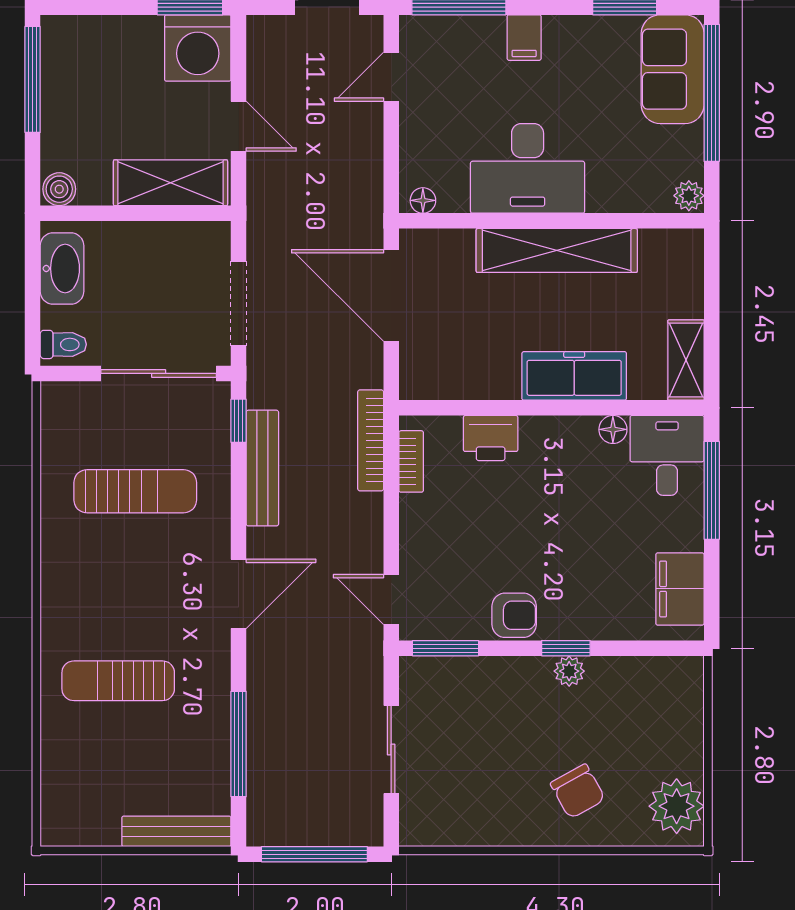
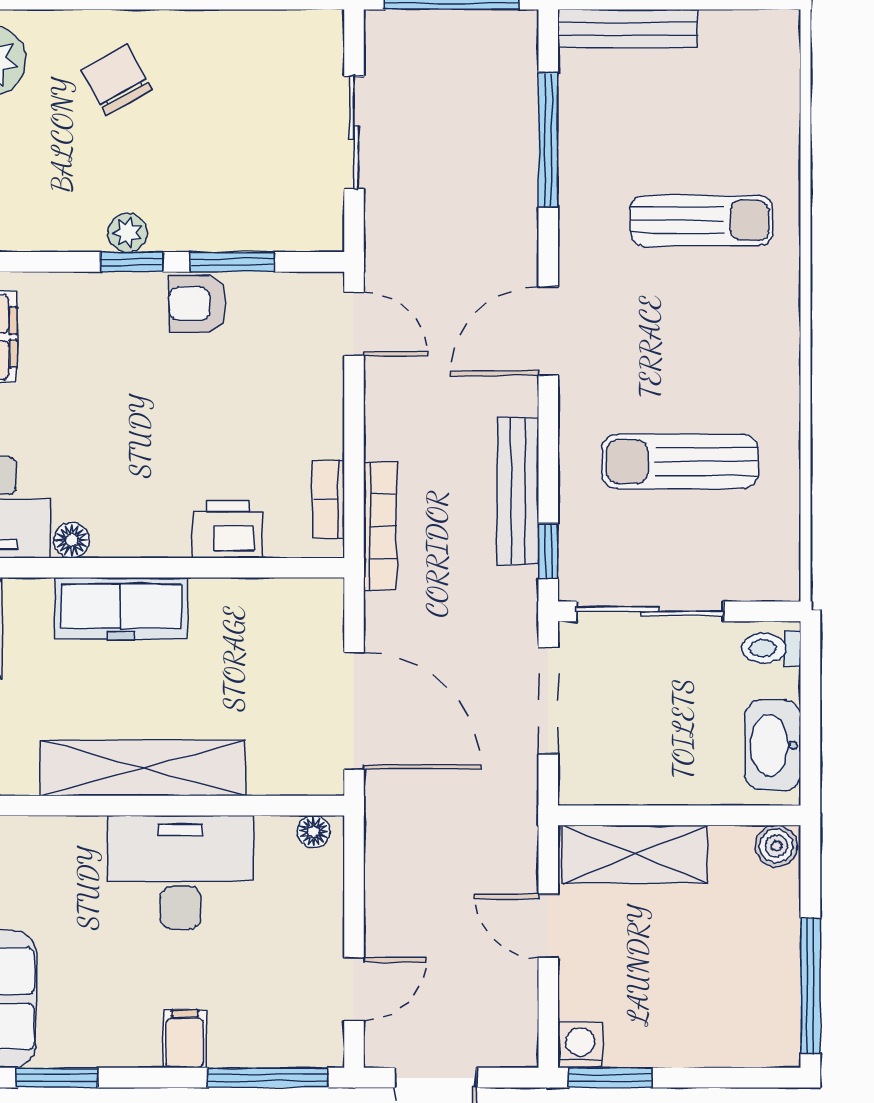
washing machine: (198, 48) -> (580, 1046), width x0.53, depth x0.53
window: (445, 648) -> (232, 262), moved

